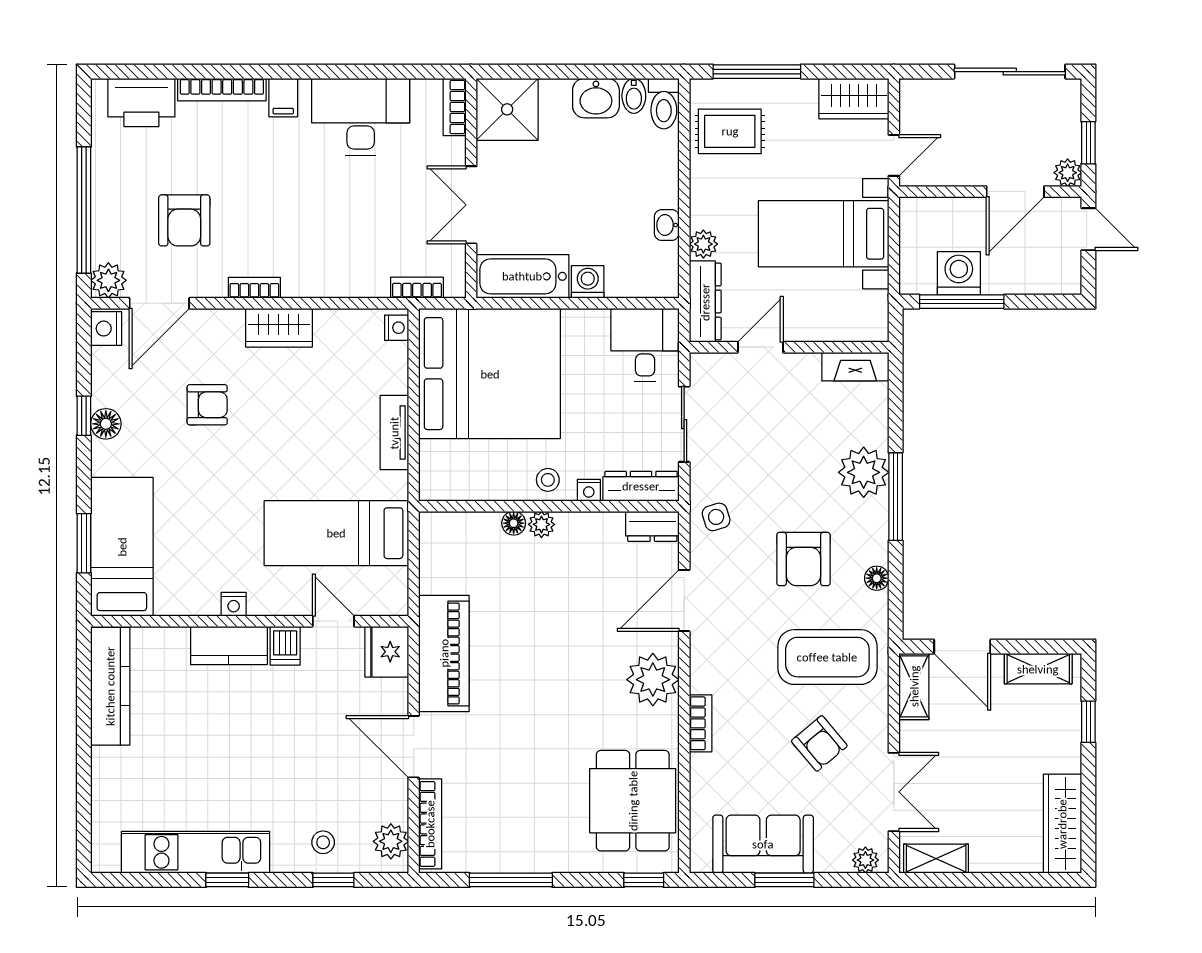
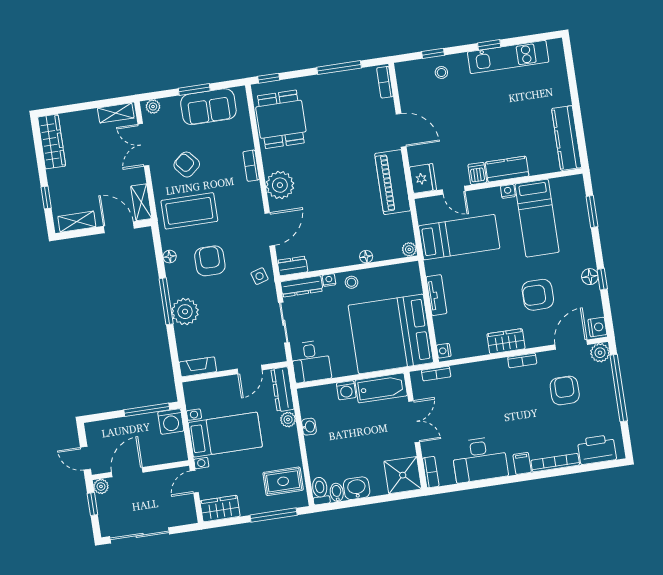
washing machine: (959, 273) -> (171, 421), moved
armchair: (207, 405) -> (538, 295), width x1.38, depth x1.38
plant: (541, 524) -> (409, 249), moved
bed: (122, 547) -> (537, 218), moved
bookcase: (430, 824) -> (385, 82), width x0.64
plant: (391, 841) -> (406, 78), removed

